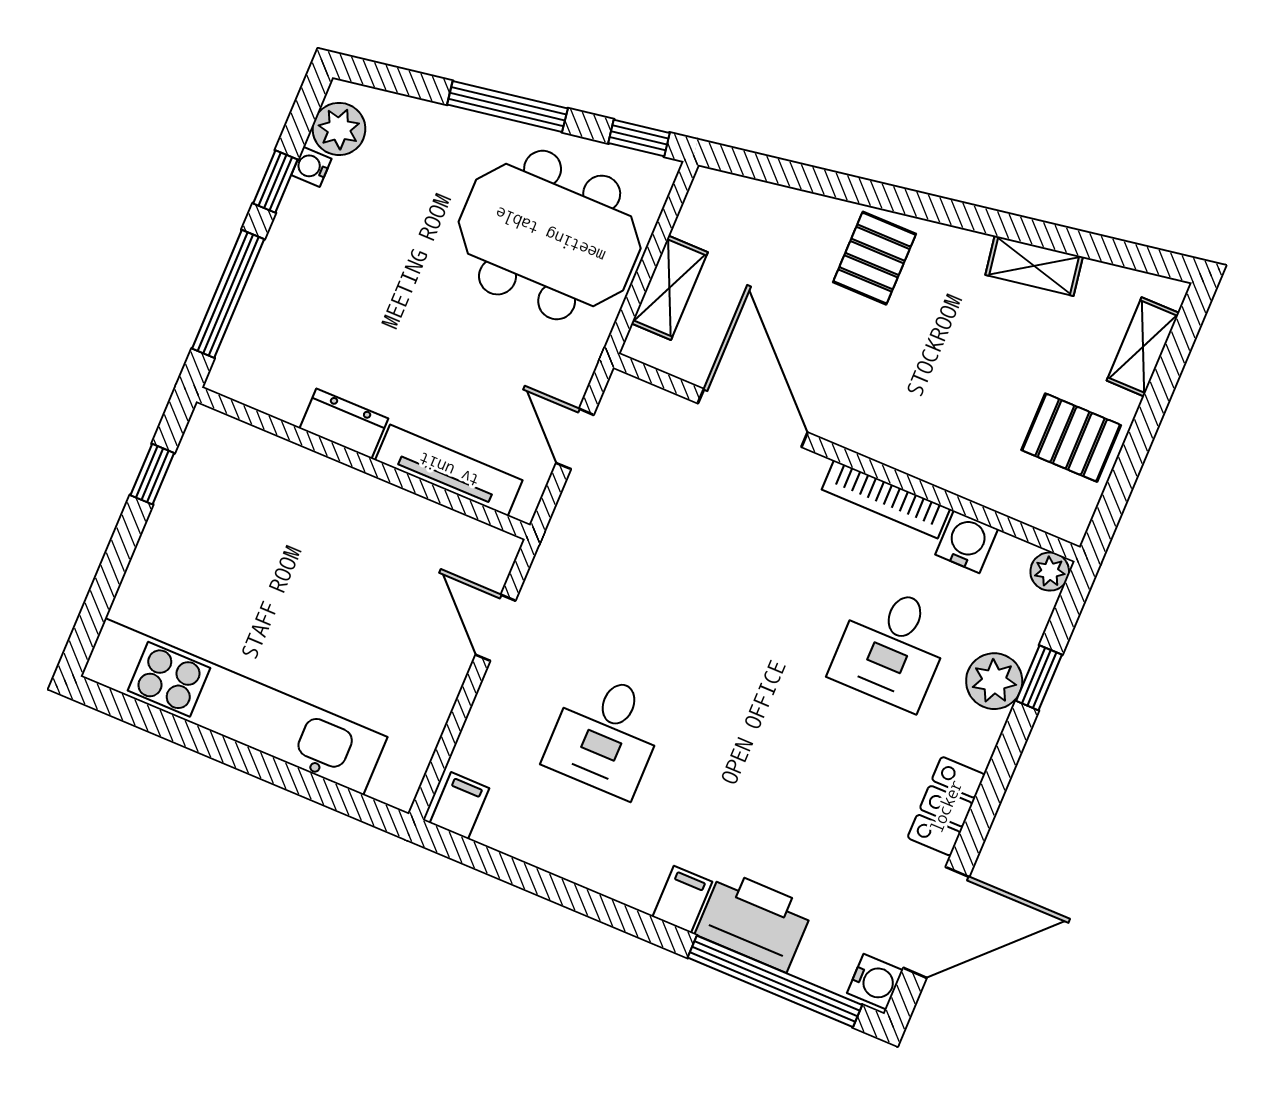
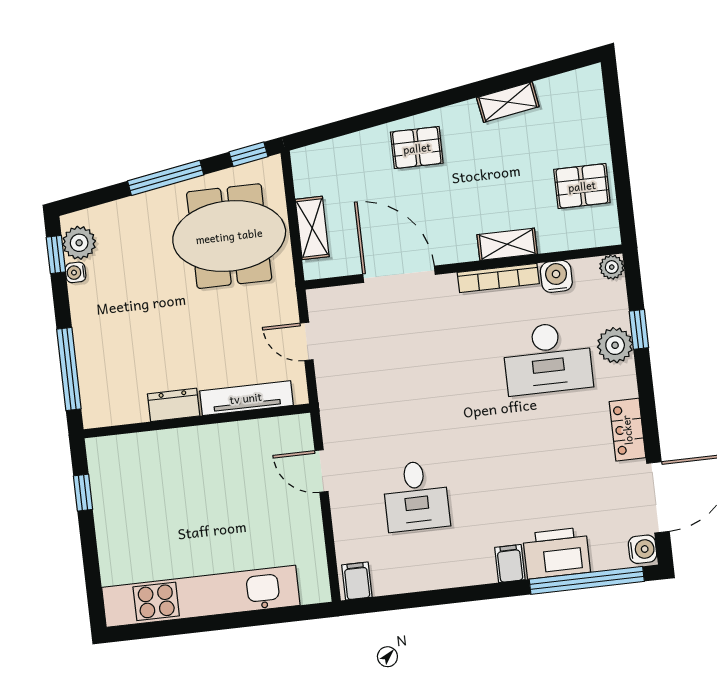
window: (275, 182) -> (56, 255), moved
pallet: (875, 258) -> (417, 148), turned 90
shelving: (1143, 347) -> (507, 244), moved, turned 90
desk: (892, 647) -> (547, 358), width x1.37

